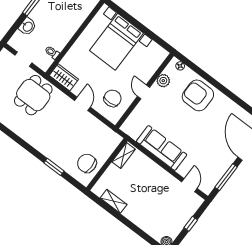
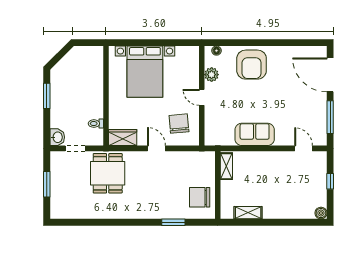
washbasin: (28, 26) -> (57, 137), moved
armchair: (198, 95) -> (252, 65), turned -90
sofa: (162, 148) -> (255, 134), width x0.73

